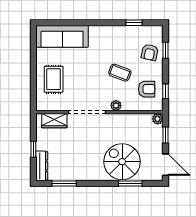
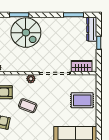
rug: (54, 79) -> (82, 100), turned 90

